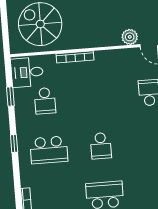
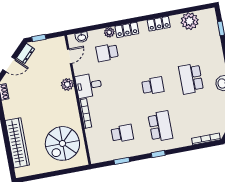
plant: (130, 37) -> (67, 84), moved
desk: (27, 72) -> (89, 85), moved, turned 90

